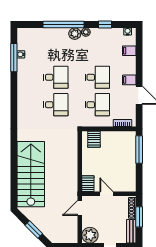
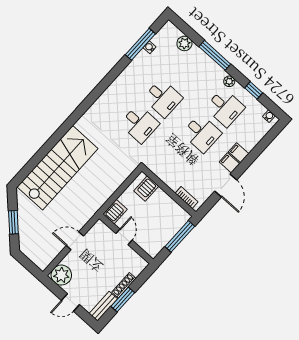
window: (64, 24) -> (215, 55), width x0.68
plant: (75, 34) -> (184, 43), moved
filing cabinet: (129, 51) -> (239, 153), moved
desk: (97, 105) -> (225, 108), moved
server rack: (88, 184) -> (115, 212), moved
door: (107, 194) -> (124, 237), moved
wall: (109, 194) -> (126, 239), moved

